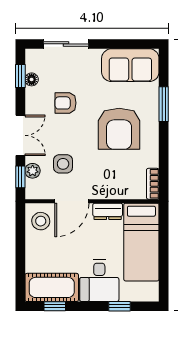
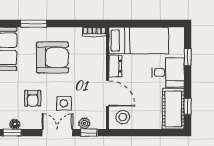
side table: (63, 164) -> (64, 103), moved

